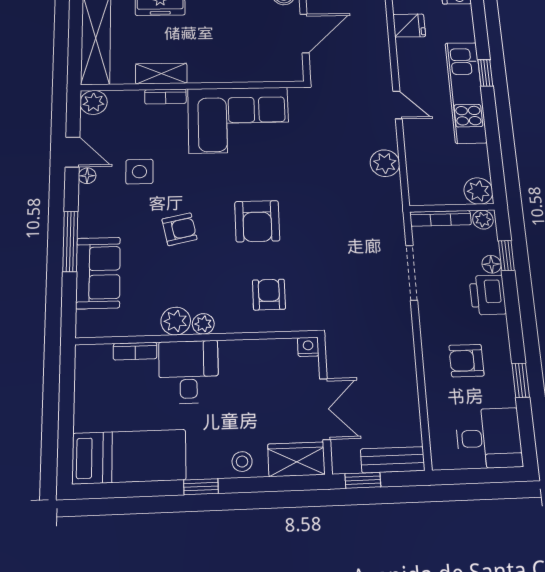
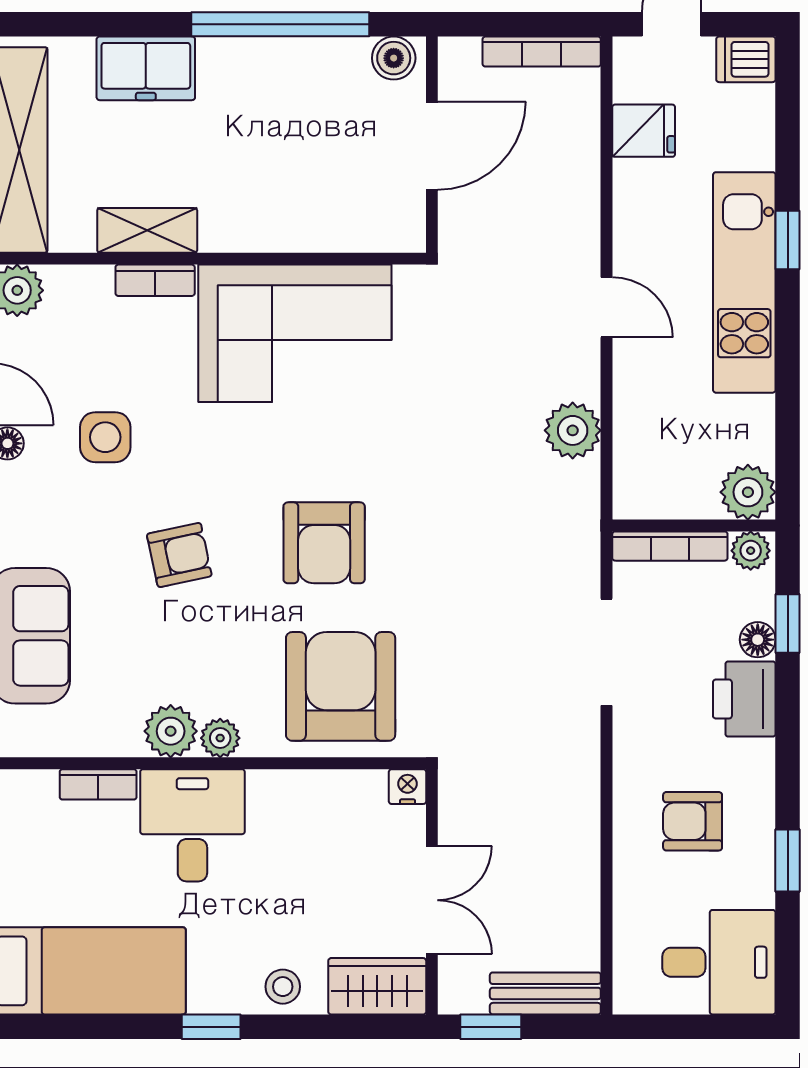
armchair: (269, 295) -> (341, 686), width x1.88, depth x1.88

